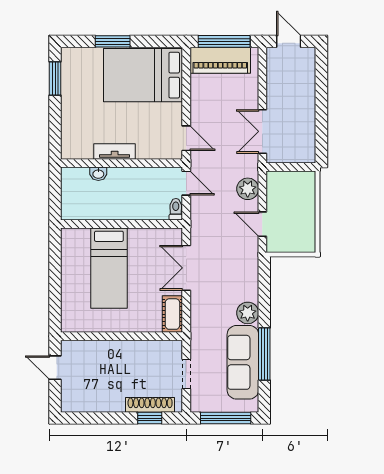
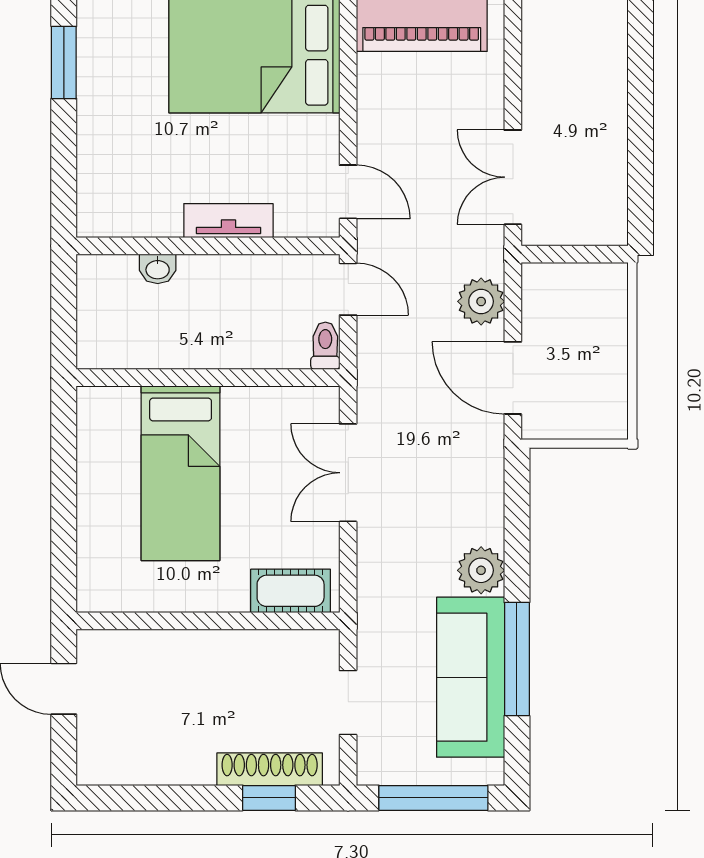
tv unit: (115, 151) -> (228, 221), moved
door: (262, 224) -> (513, 378), width x1.38
cot: (172, 314) -> (291, 591), moved, turned 90

